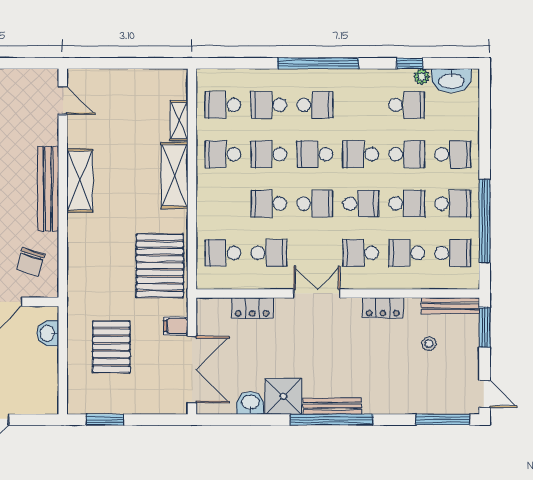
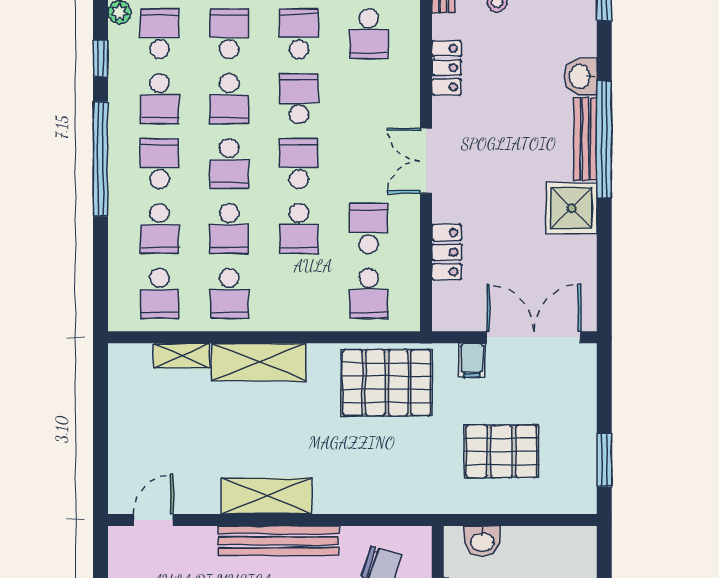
window: (410, 63) -> (101, 58), moved
school desk: (361, 253) -> (159, 99), moved
washbasin: (250, 403) -> (581, 76), moved

